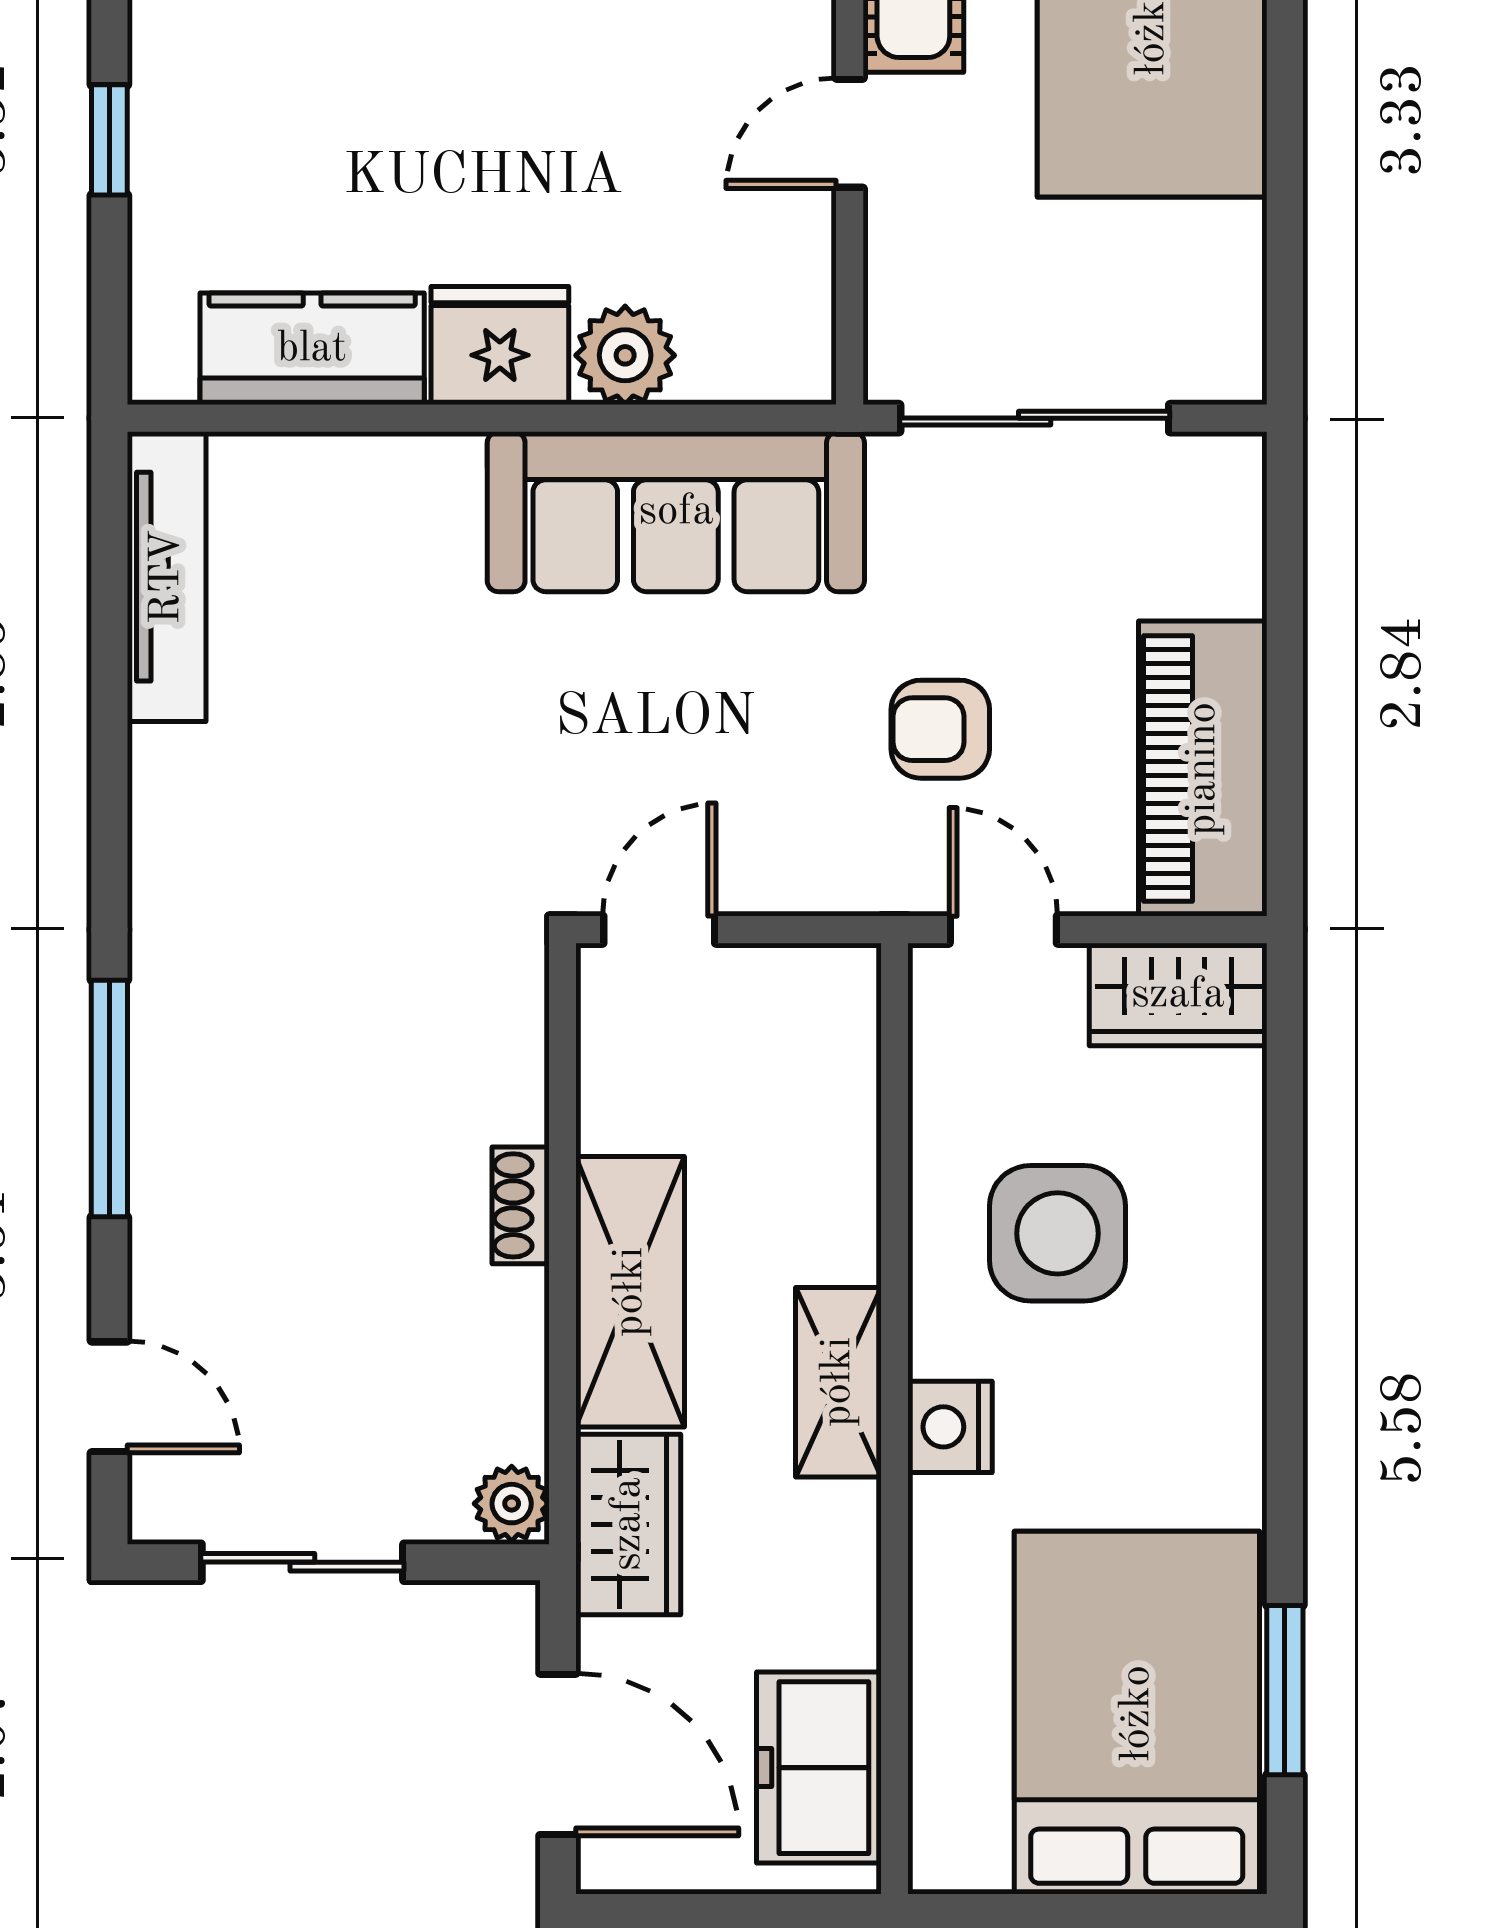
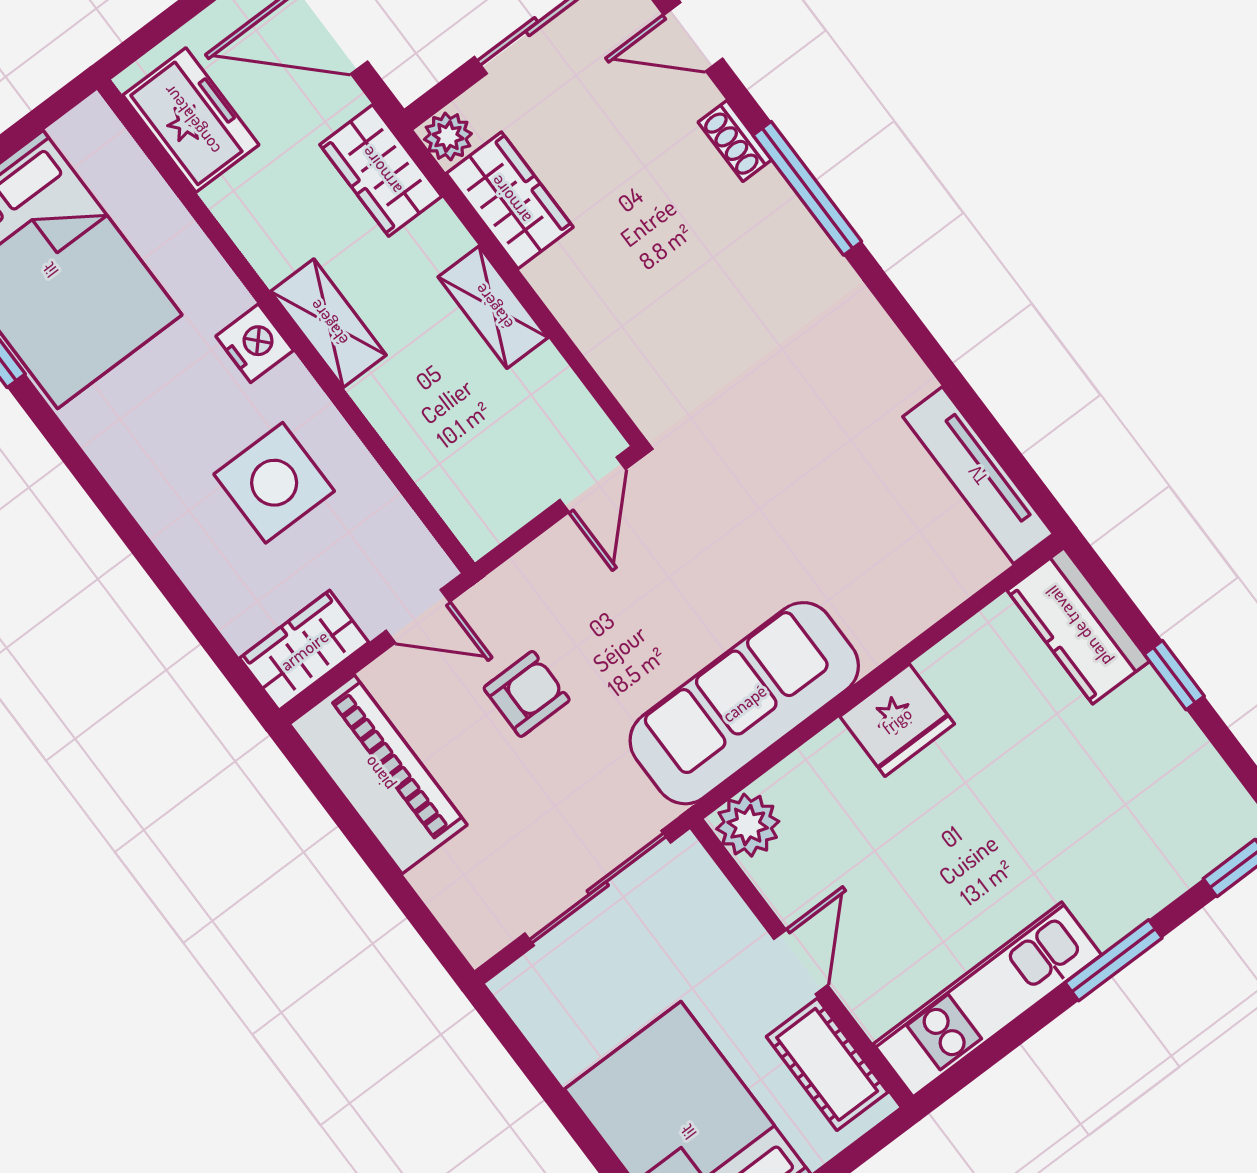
kitchen counter: (312, 349) -> (1078, 626), moved, turned 90
plant: (625, 355) -> (748, 825), moved
shoe rack: (521, 1205) -> (735, 141), moved, turned 180
shelving: (630, 1292) -> (493, 307), width x0.67, depth x0.75
wardrobe: (495, 1365) -> (510, 200), added

